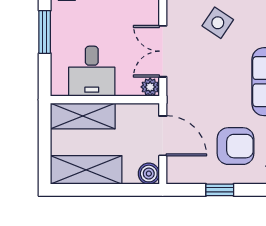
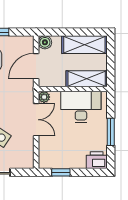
desk: (92, 71) -> (81, 107), width x1.37
door: (163, 136) -> (36, 66), hinge flipped

